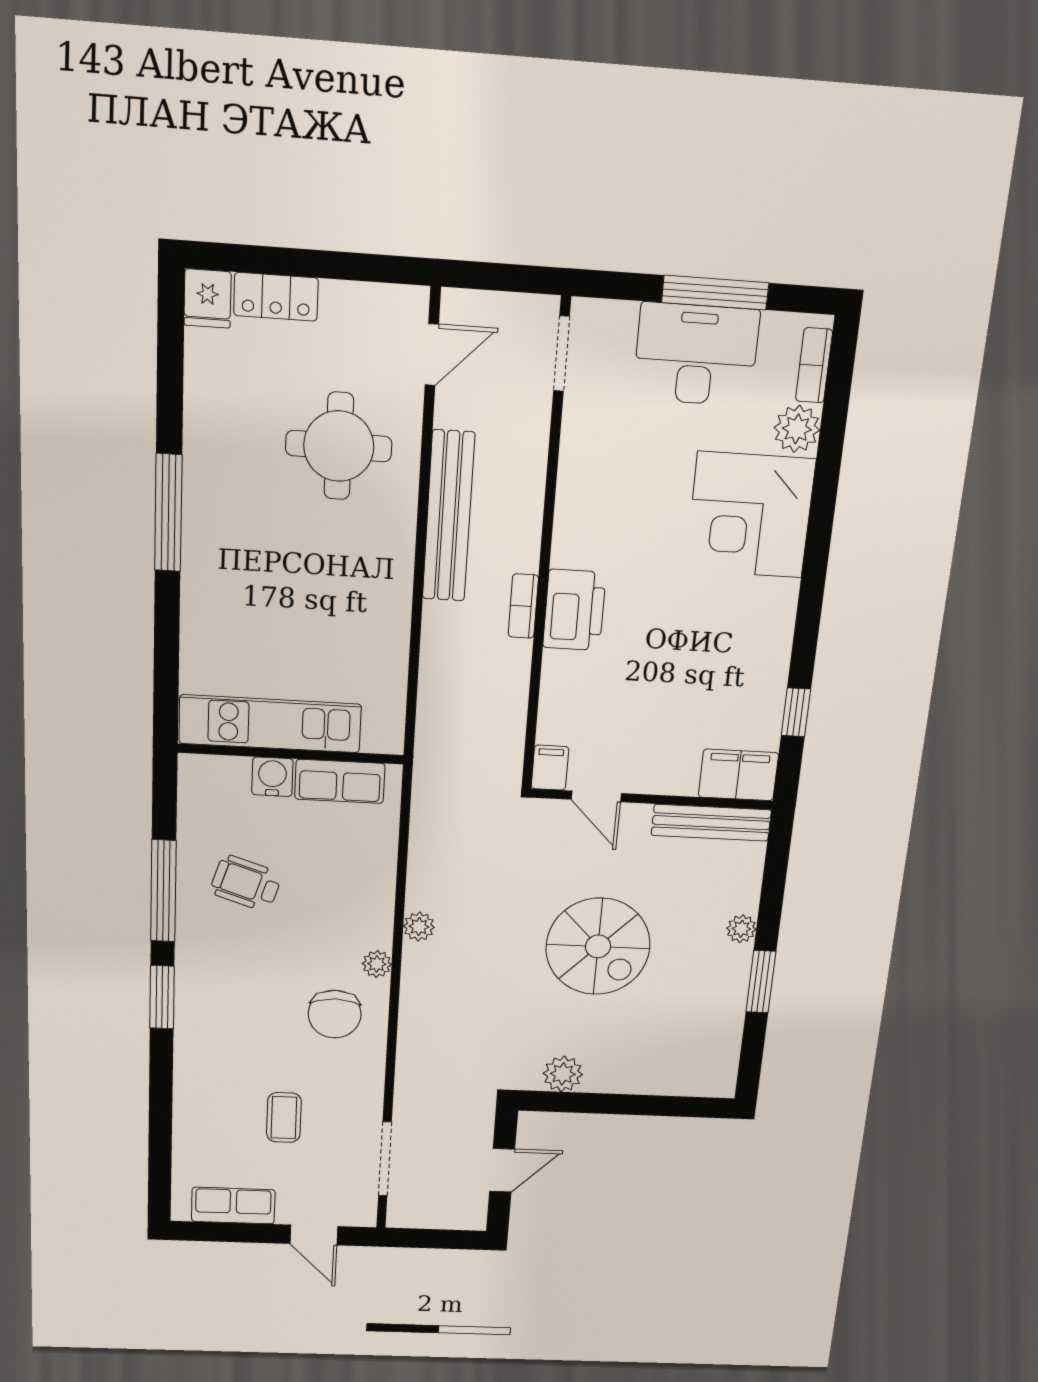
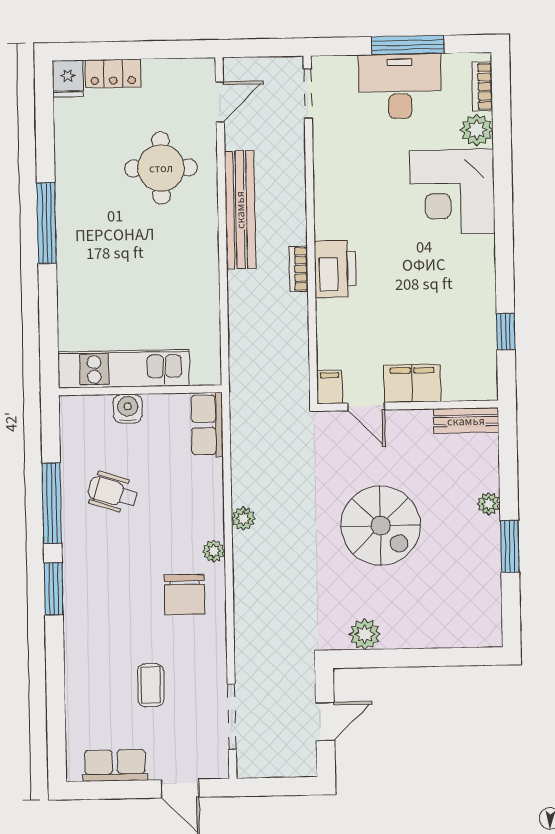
filing cabinet: (738, 775) -> (412, 383), moved
row of seats: (340, 781) -> (207, 425), moved, turned 90
bench: (711, 823) -> (466, 421), width x0.73

